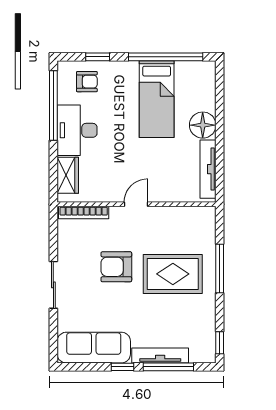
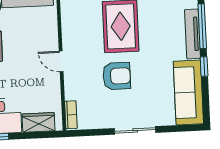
bookcase: (84, 213) -> (71, 115), width x0.64
armchair: (116, 267) -> (117, 76), turned -90

